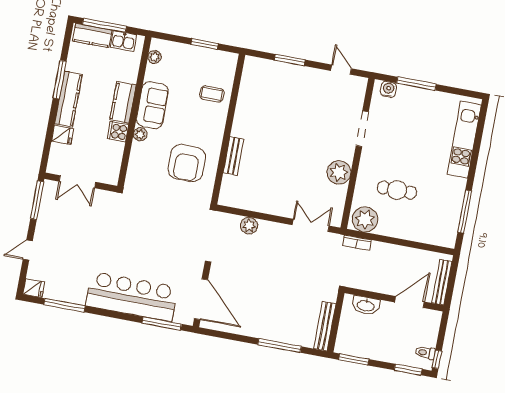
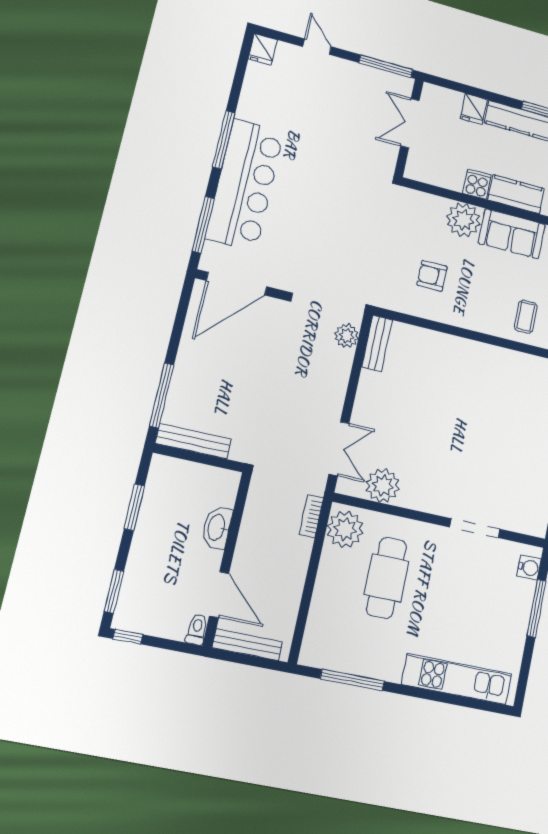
plant: (140, 134) -> (463, 220), width x1.87, depth x1.87
bench: (234, 156) -> (377, 343), moved, turned 90
armchair: (187, 163) -> (432, 276), width x0.53, depth x0.53
plant: (339, 172) -> (383, 485), moved
cafe table: (397, 190) -> (386, 578), width x1.37, depth x1.35
plant: (249, 226) -> (347, 336), moved
window: (65, 305) -> (224, 140), moved
wall: (336, 322) -> (199, 458), moved
bench: (325, 326) -> (193, 441), moved
toilet: (425, 353) -> (197, 630), moved

